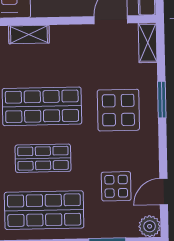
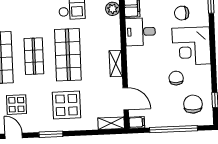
shelving: (29, 34) -> (116, 64), moved
window: (162, 100) -> (51, 134), moved

